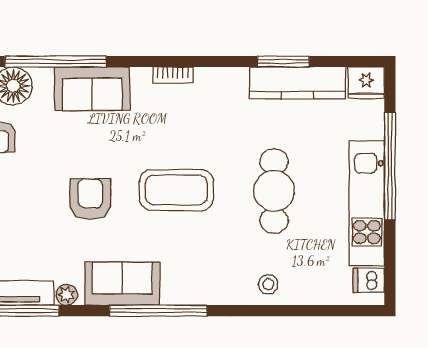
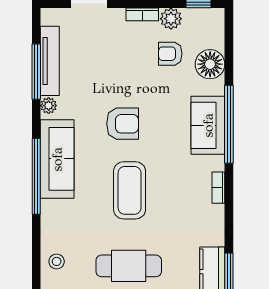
window: (56, 61) -> (229, 124), moved
sofa: (122, 284) -> (57, 159), width x1.36

